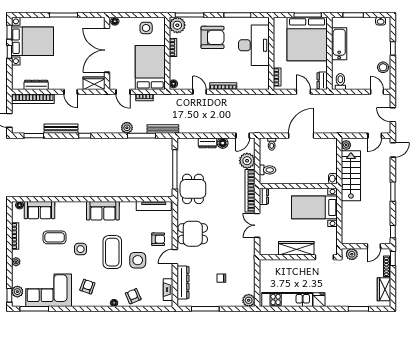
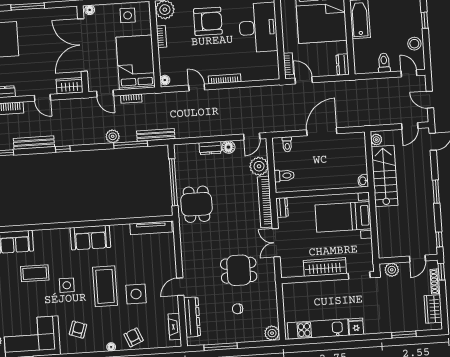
toilet: (340, 81) -> (384, 63), moved
door: (303, 92) -> (304, 80), moved
dining table: (193, 234) -> (239, 270), moved
armchair: (158, 239) -> (159, 267), removed

